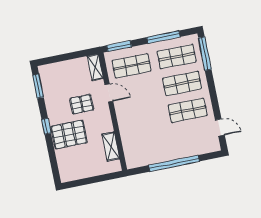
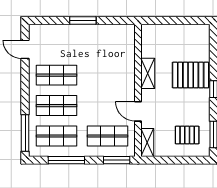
pallet: (82, 104) -> (187, 135), moved
shelving: (111, 146) -> (148, 73), moved
window: (174, 163) -> (83, 21), width x0.47

